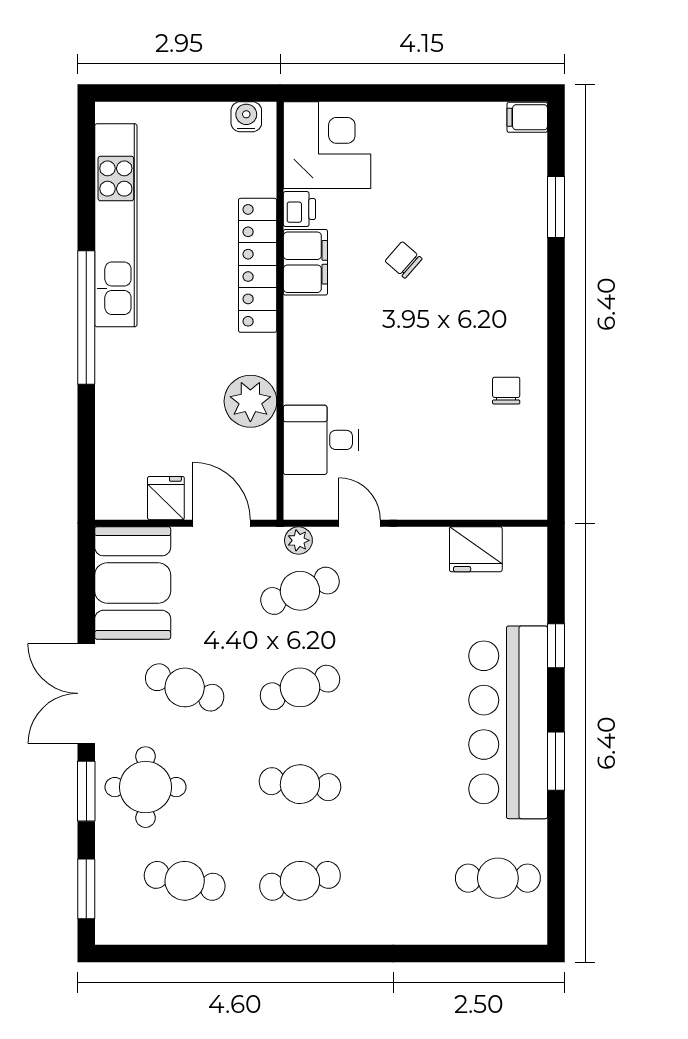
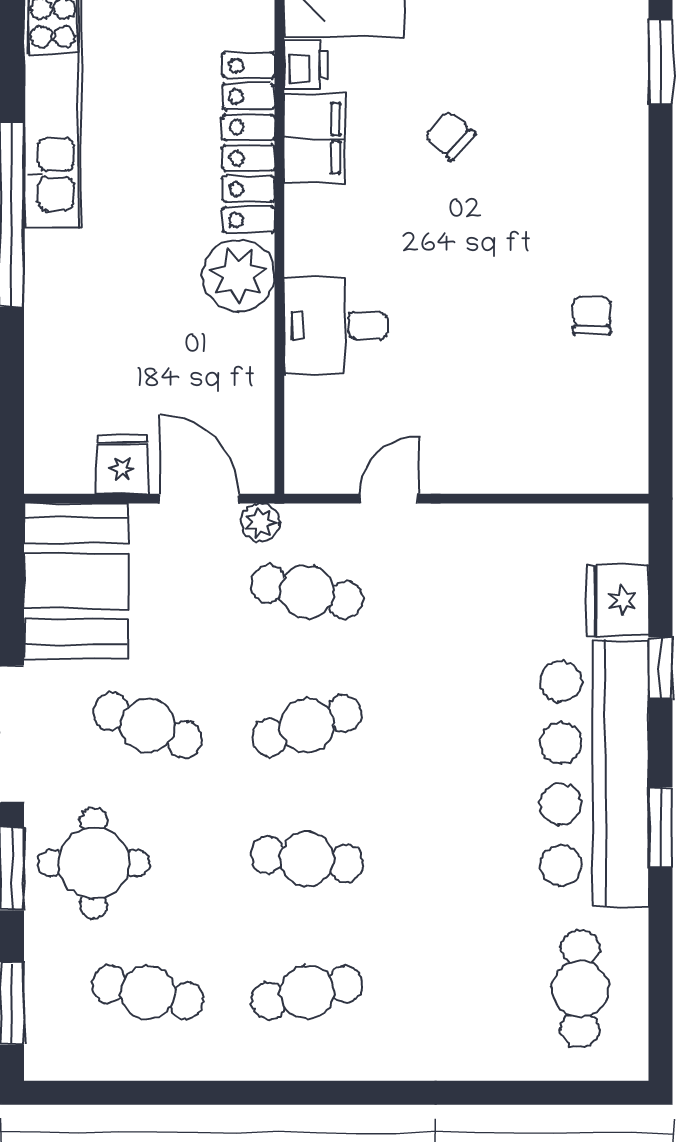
plant: (250, 401) -> (239, 275), moved
desk: (321, 440) -> (336, 326), moved
door: (359, 523) -> (389, 499), hinge flipped
plant: (298, 540) -> (260, 522), moved
fridge: (476, 549) -> (617, 600), moved, turned 90
cafe table: (300, 591) -> (307, 592), turned 33
cafe table: (498, 878) -> (580, 989), turned 90

